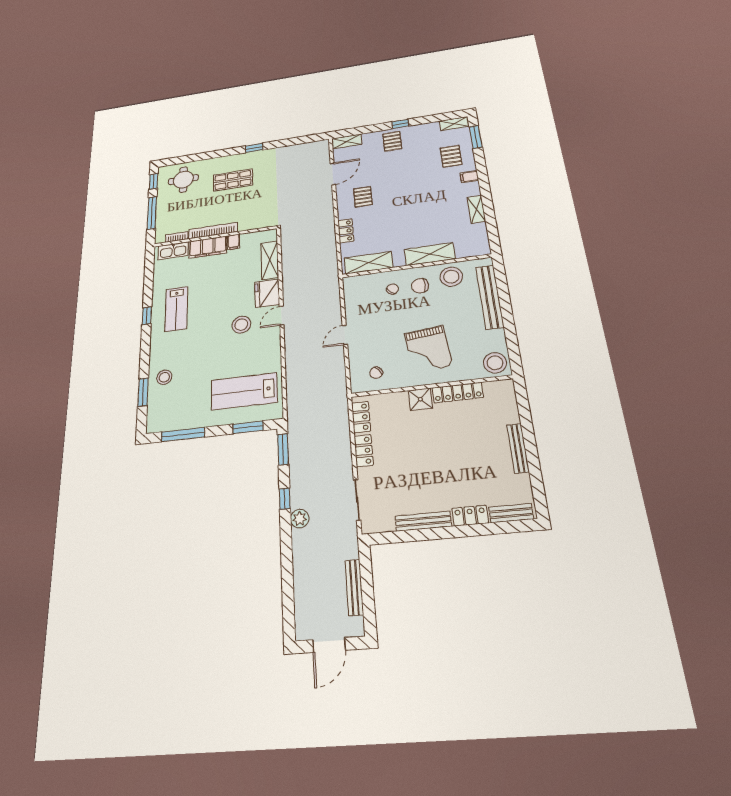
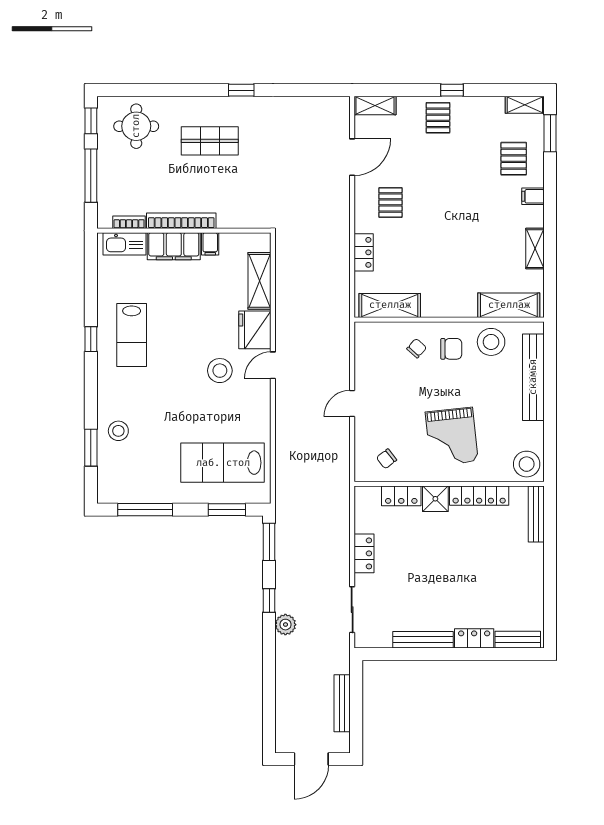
shelving: (430, 254) -> (509, 305), moved
chair: (420, 286) -> (451, 349), turned 180
locker: (361, 417) -> (401, 496), moved, turned 90
bench: (518, 448) -> (536, 514), moved

